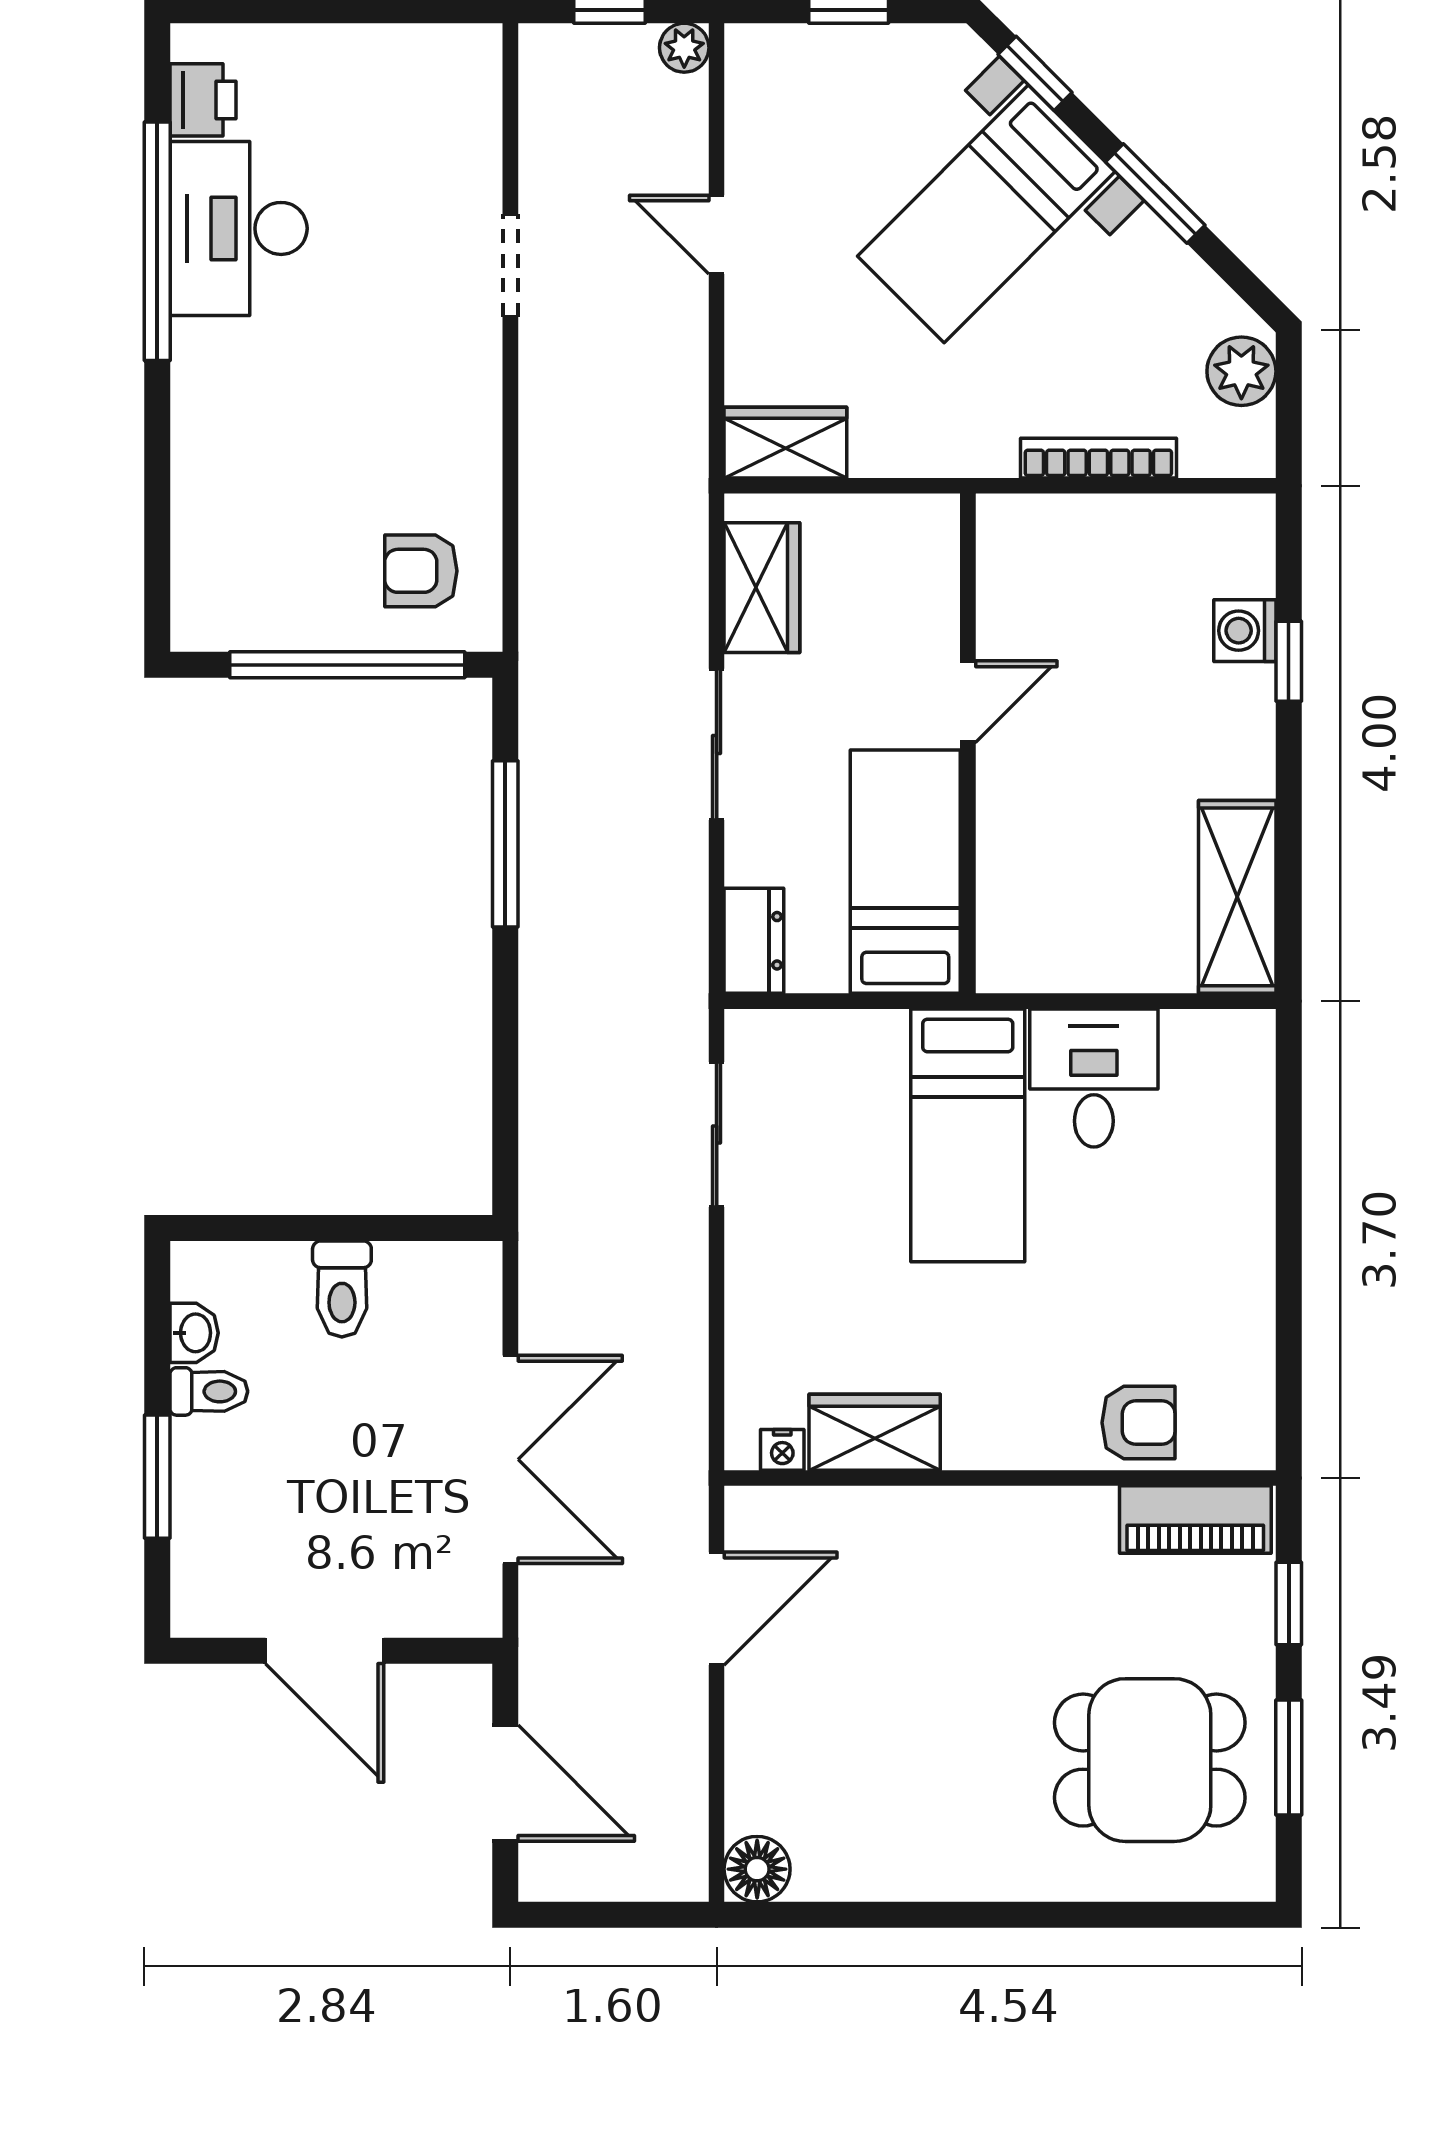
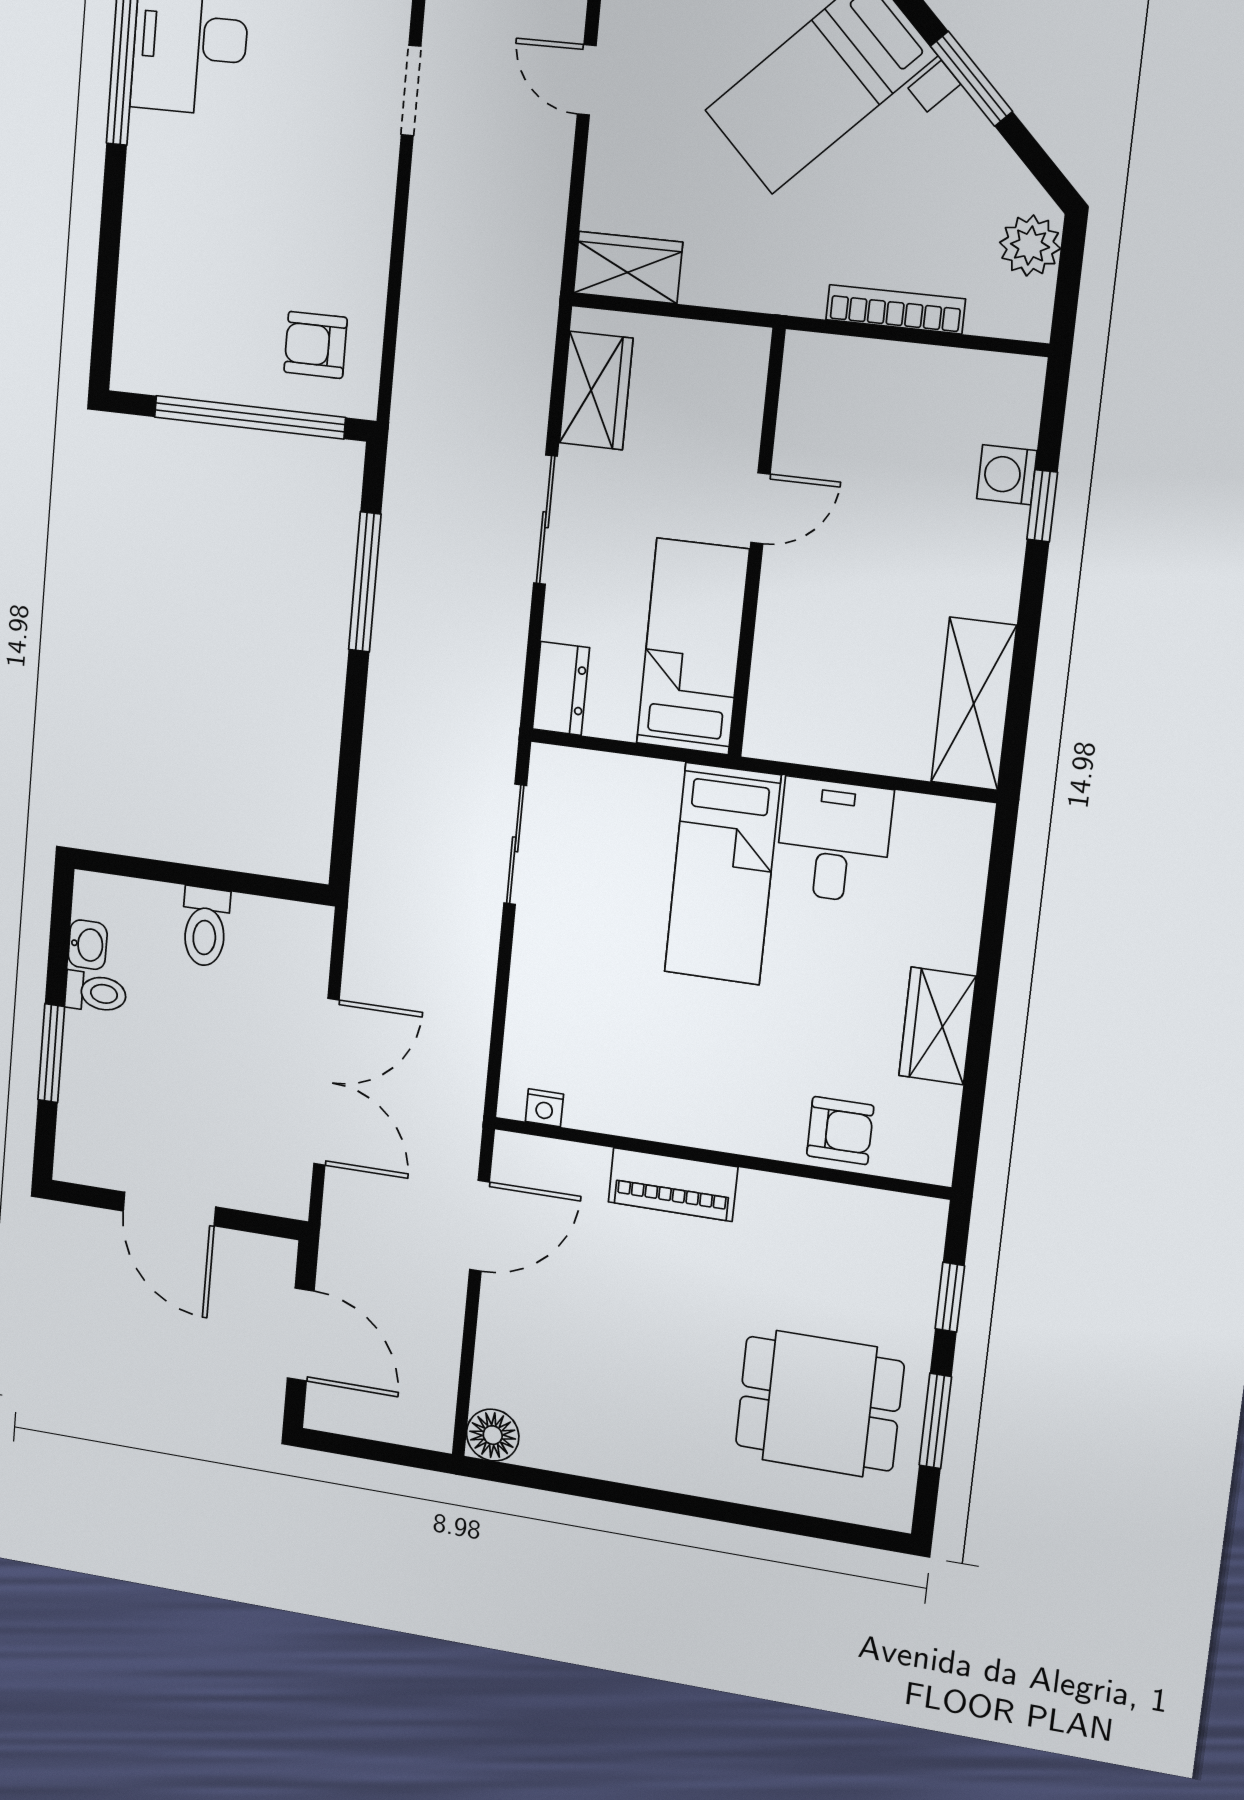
wardrobe: (875, 1432) -> (937, 1026), moved, turned -90
piano: (1195, 1520) -> (673, 1185), moved

